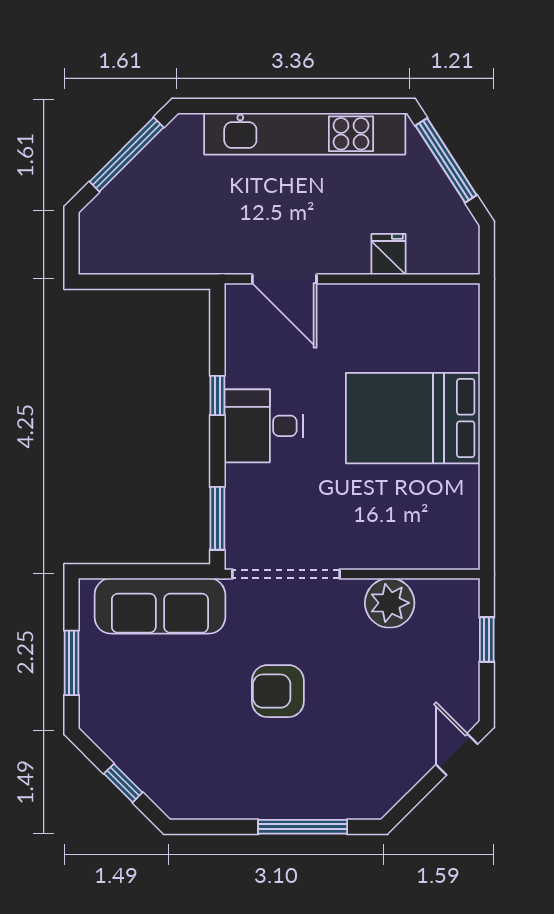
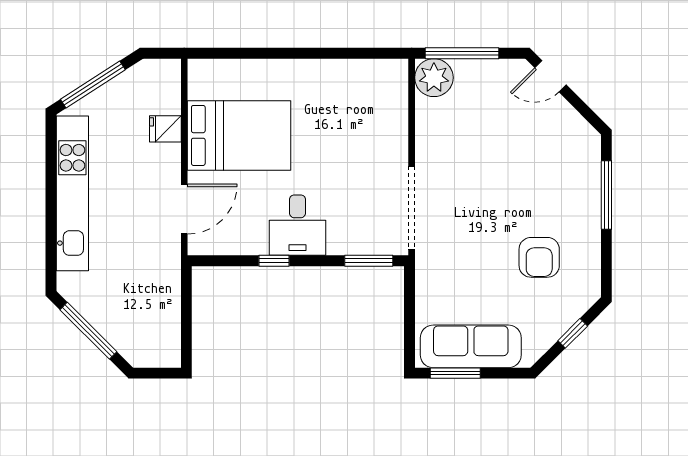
bed: (413, 418) -> (239, 135), moved, turned -90
plant: (390, 603) -> (434, 78), moved
sofa: (160, 606) -> (471, 346), moved, turned -90
window: (487, 639) -> (462, 53), width x2.17
window: (72, 663) -> (455, 373), moved
armchair: (278, 691) -> (539, 257), moved

